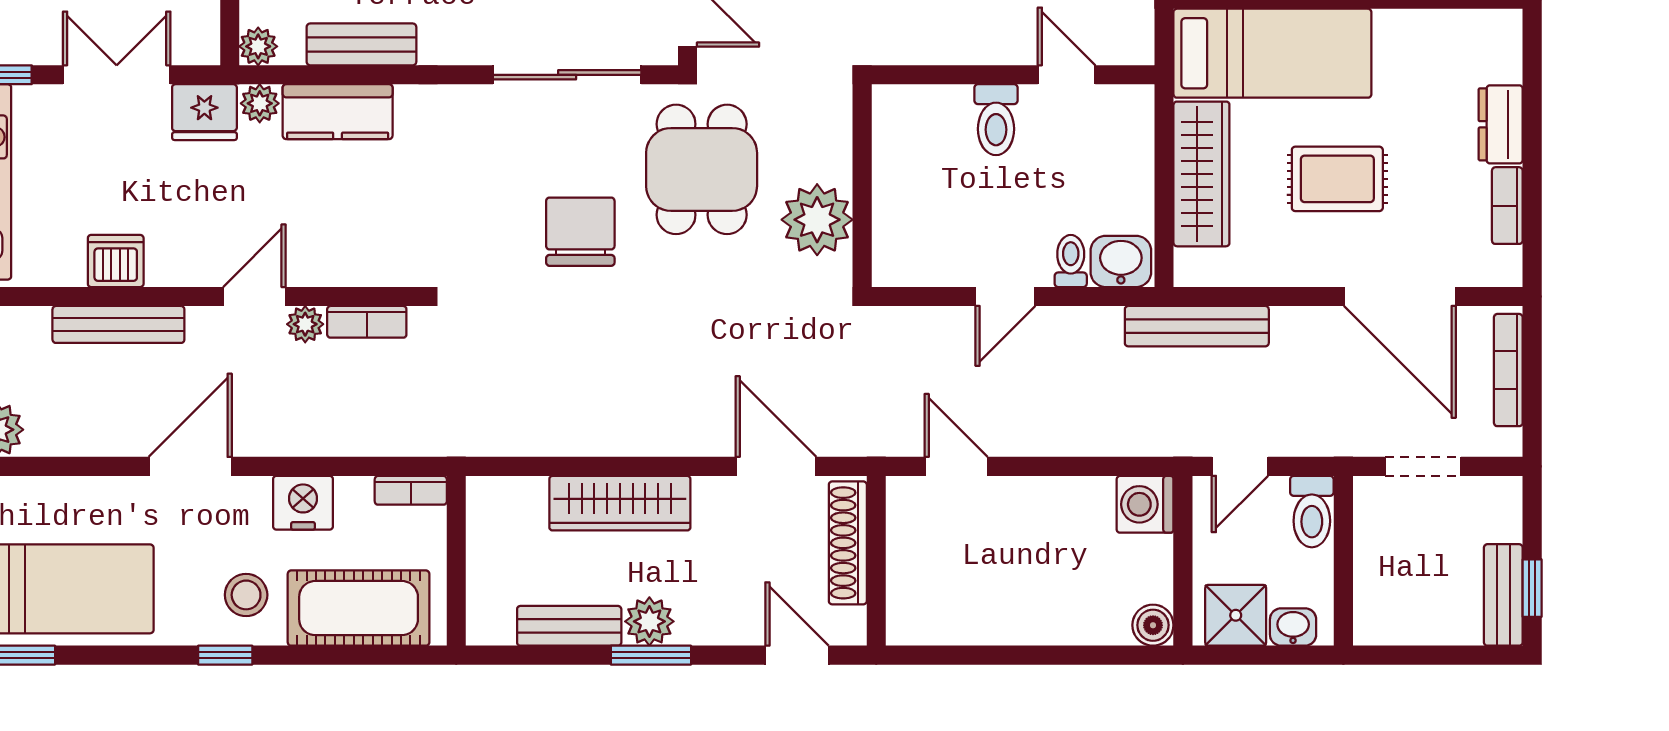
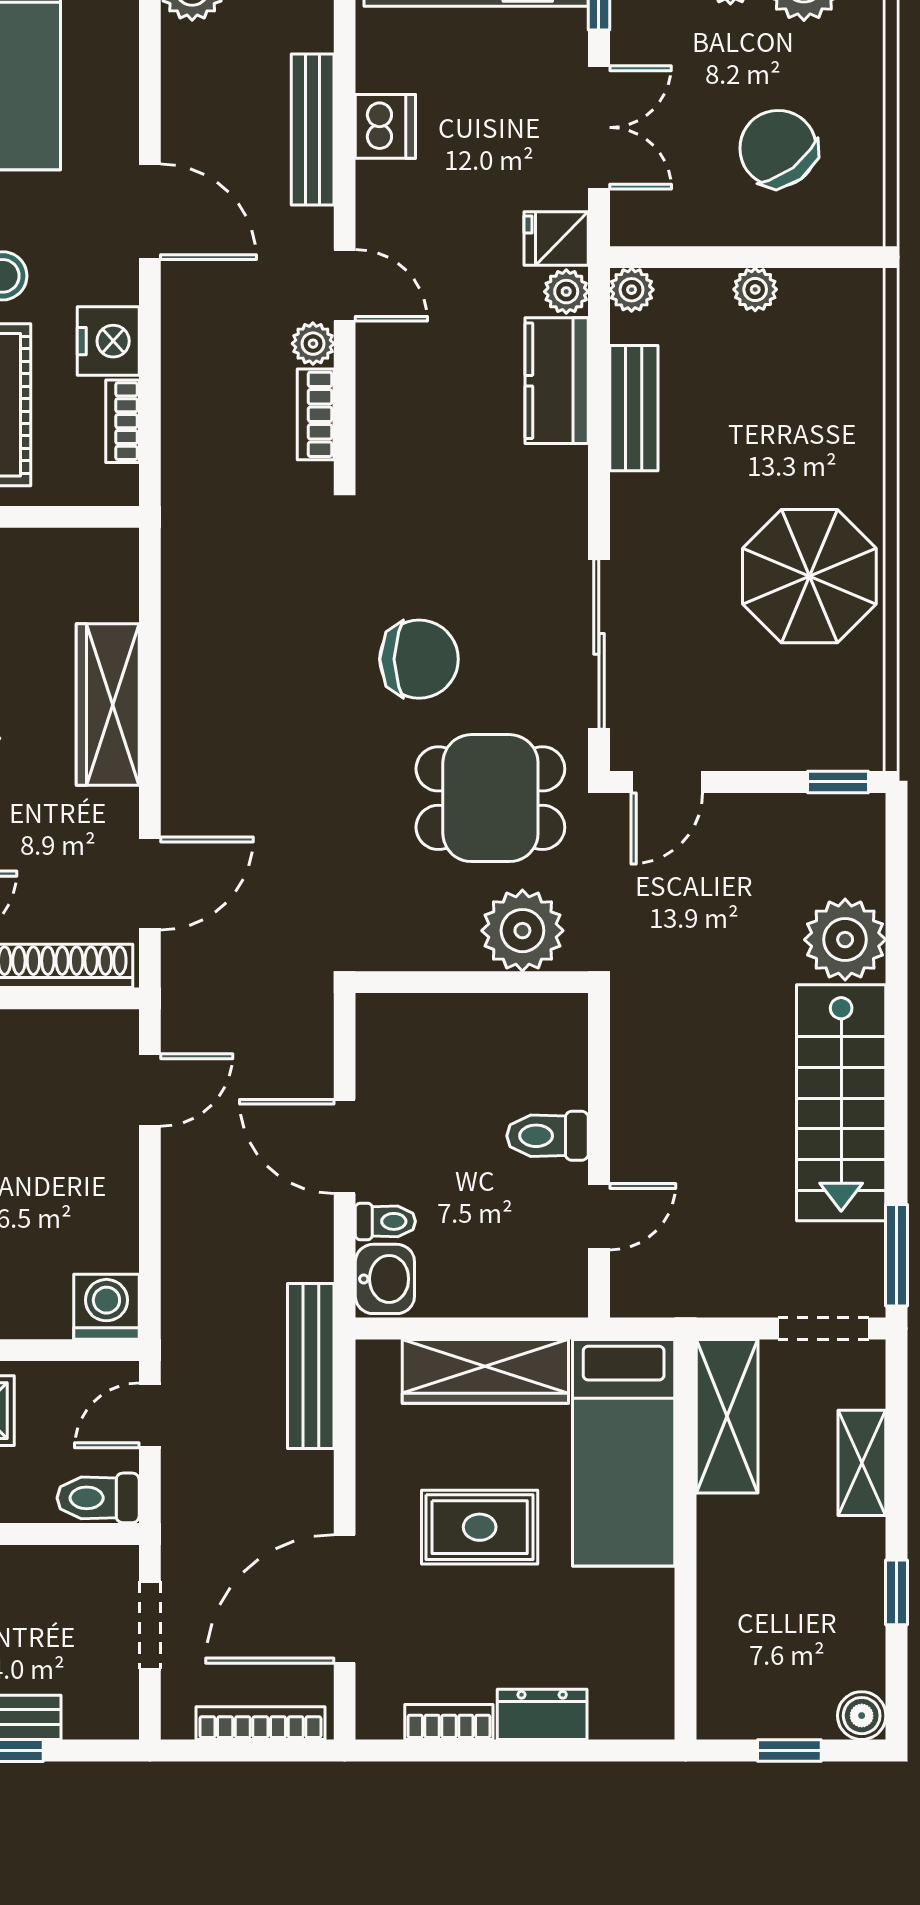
fridge: (204, 112) -> (556, 238), width x0.72
rug: (1337, 179) -> (480, 1527), turned 90
plant: (817, 220) -> (522, 931), moved
door: (1005, 297) -> (345, 1146), width x1.38
door: (1240, 466) -> (150, 1415), hinge flipped
bookcase: (411, 490) -> (123, 421), moved

